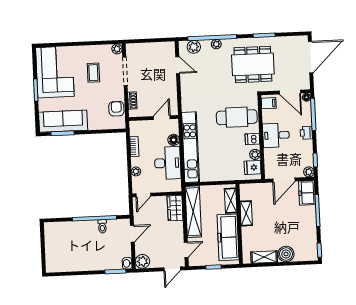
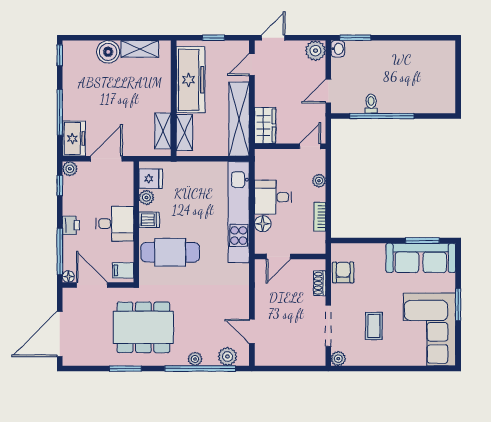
armchair: (116, 109) -> (343, 272), turned 180
desk: (168, 163) -> (273, 197), width x0.73
shelving: (246, 213) -> (163, 131), moved

